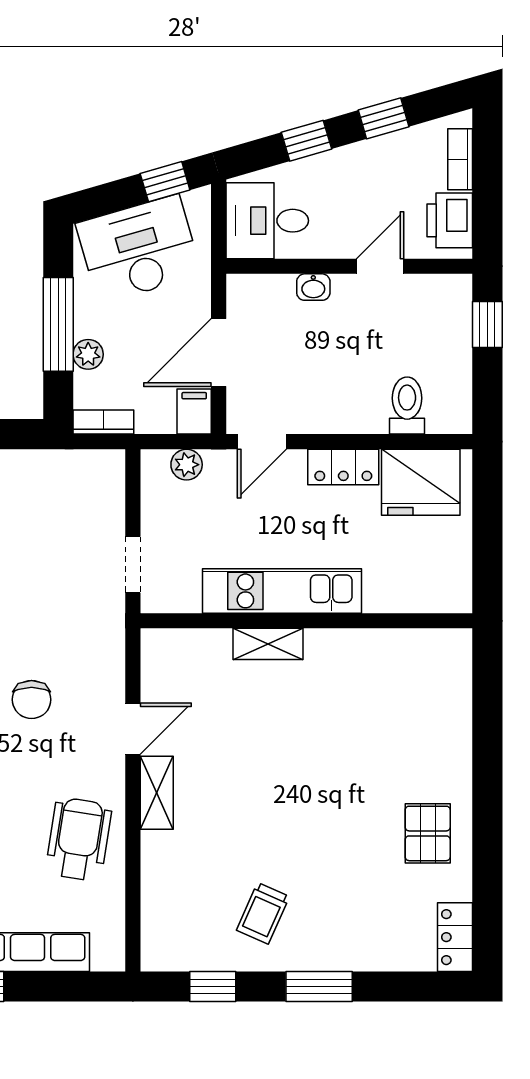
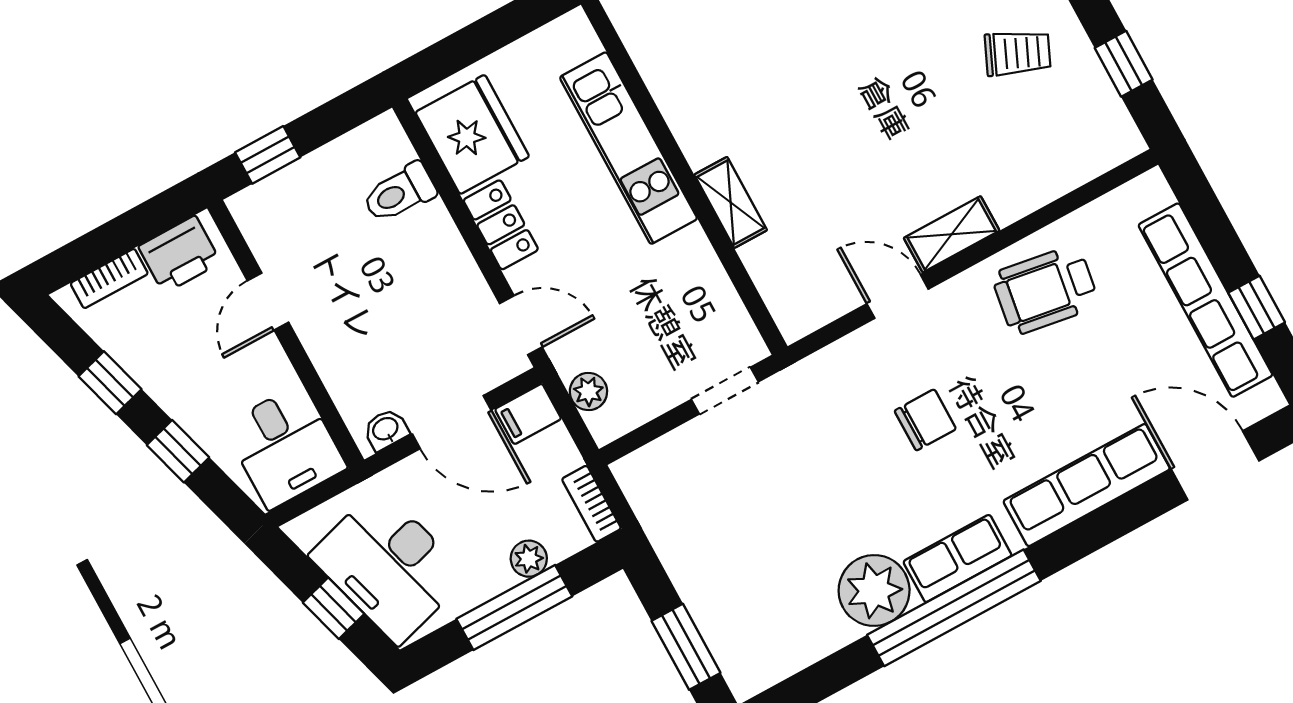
window: (165, 182) -> (334, 608), moved
door: (380, 266) -> (268, 301), hinge flipped
washbasin: (313, 287) -> (386, 430), moved, turned -90
kitchen unit: (282, 591) -> (629, 148), moved

